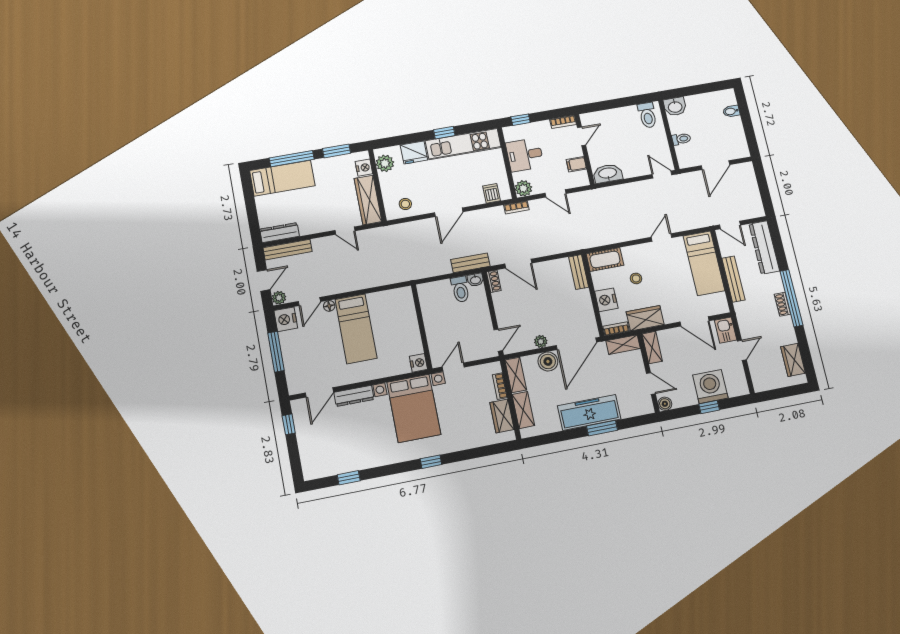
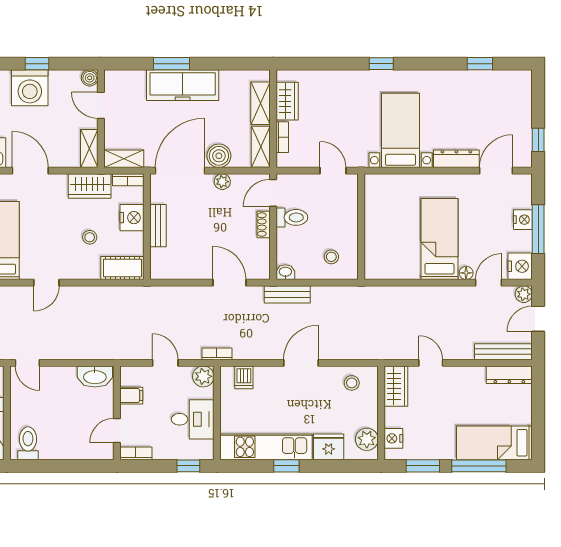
wardrobe: (368, 200) -> (396, 386), width x0.67
bench: (579, 272) -> (158, 226), moved
shoe rack: (494, 281) -> (264, 225), moved
toilet: (460, 289) -> (292, 217), moved, turned 90
stool: (441, 299) -> (331, 257), added
nightstand: (418, 363) -> (523, 220), moved, turned 180
door: (453, 367) -> (333, 171), swing flipped
bed with nightstands: (414, 408) -> (401, 130), width x0.73

